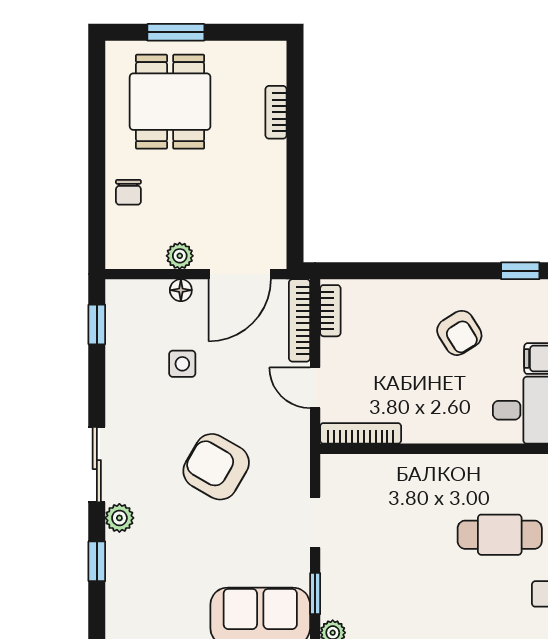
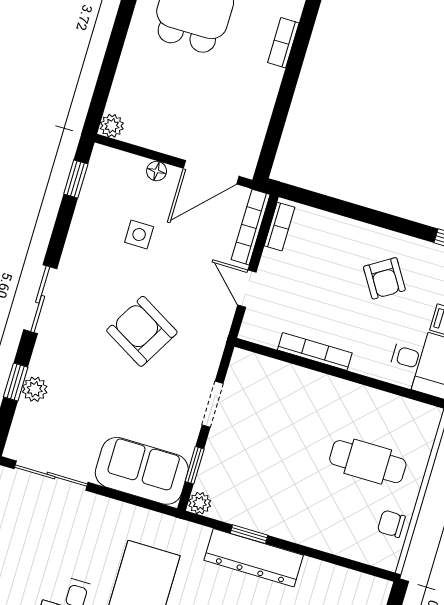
chair: (128, 192) -> (136, 74), removed
plant: (180, 256) -> (112, 126), moved
bookcase: (361, 433) -> (315, 351), moved
plant: (119, 518) -> (35, 389), moved

